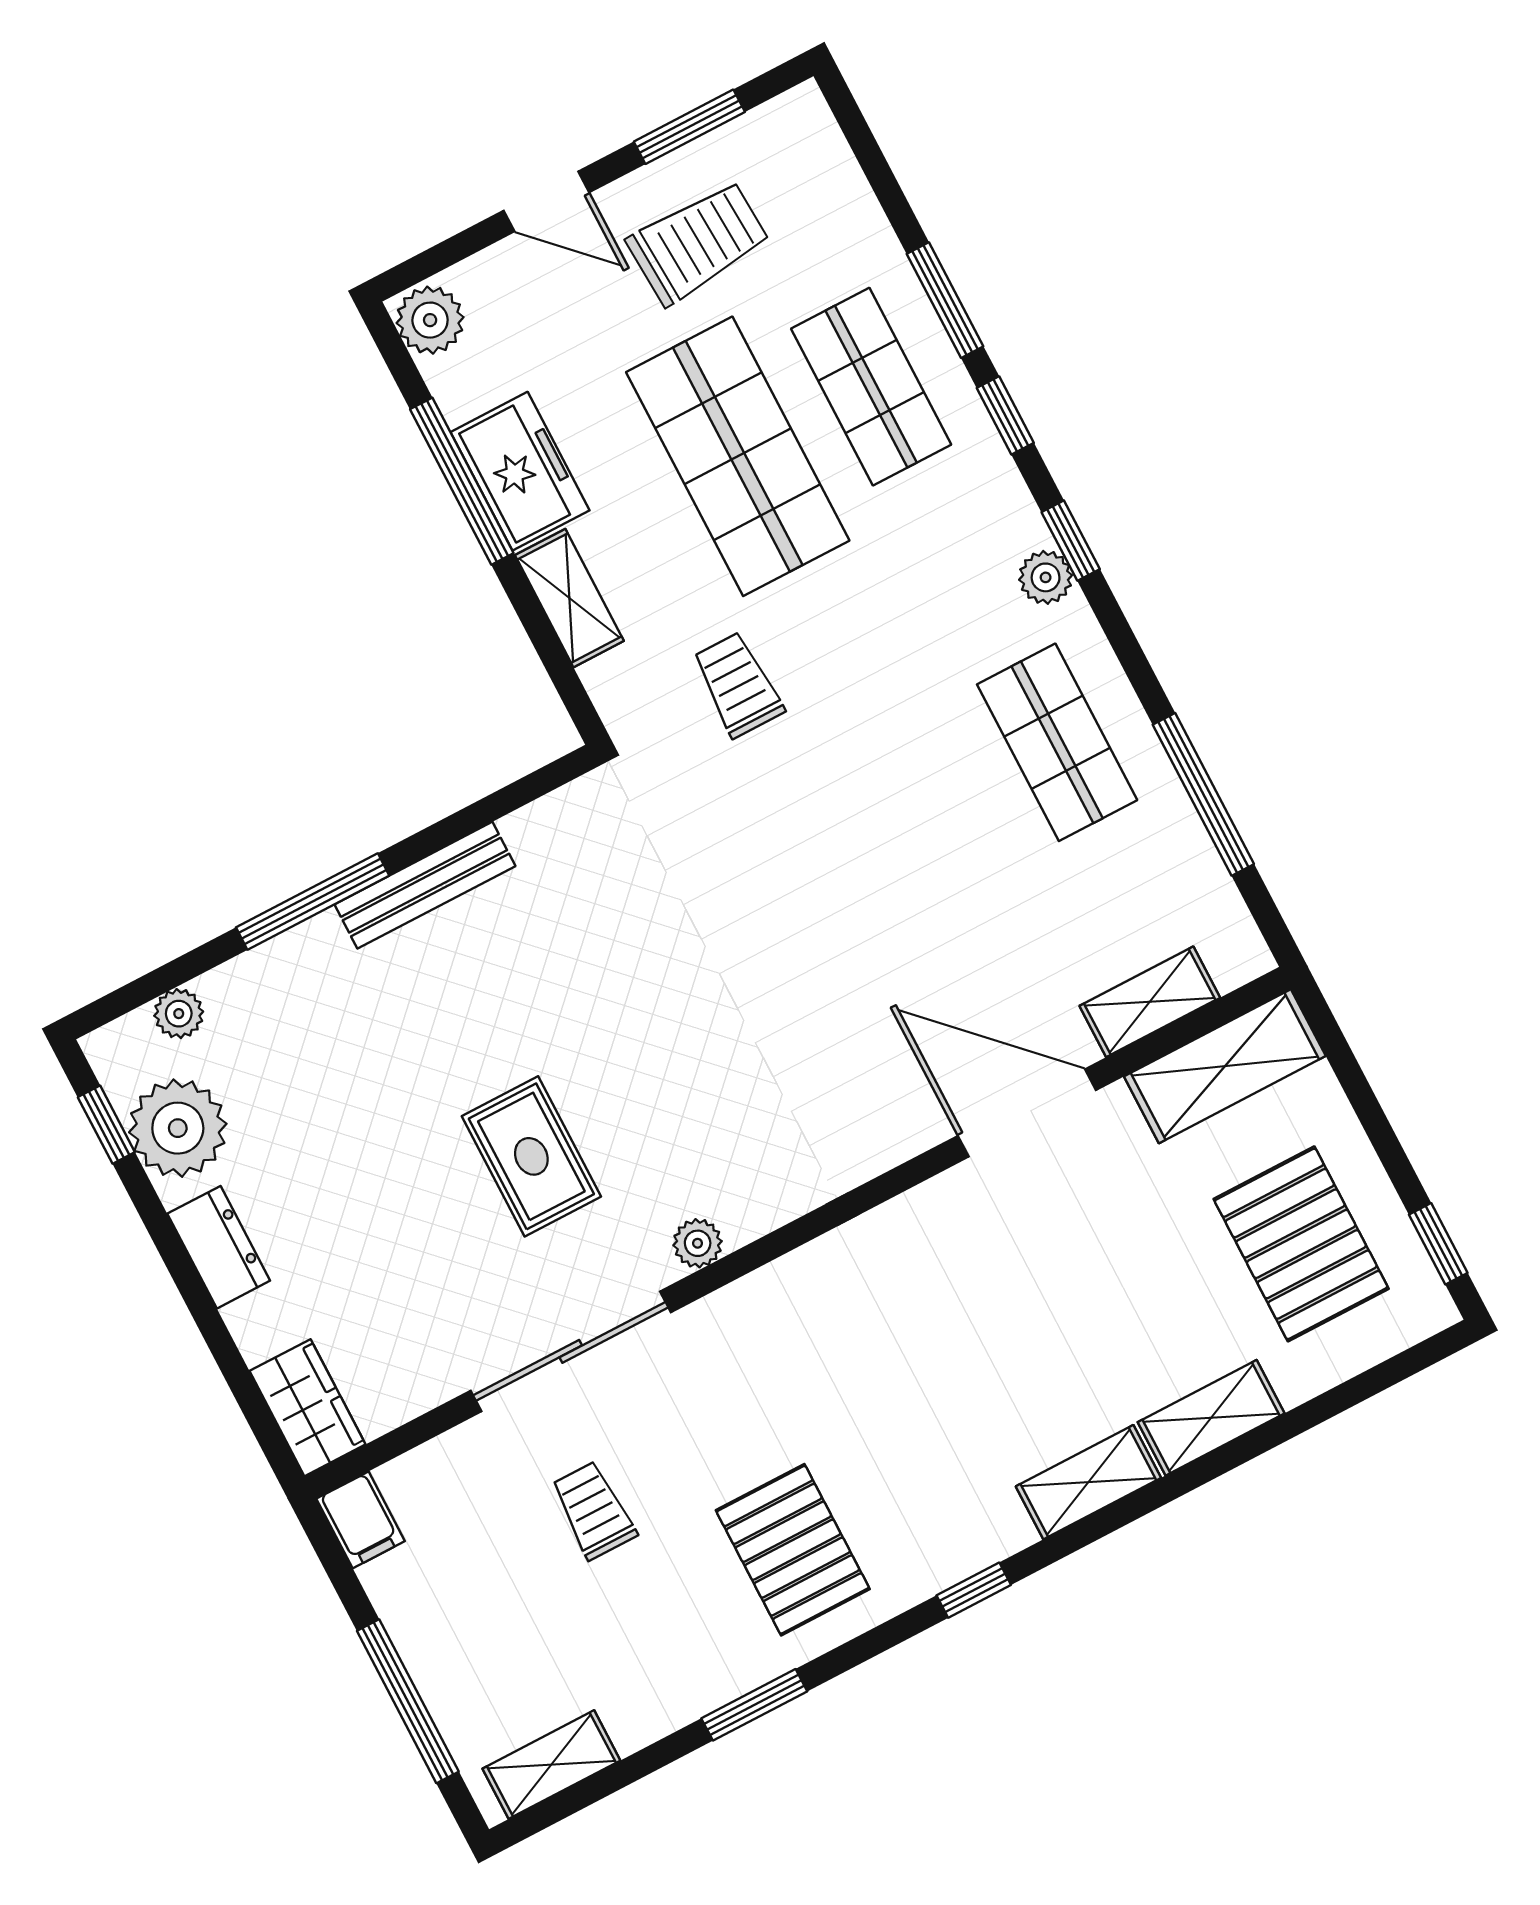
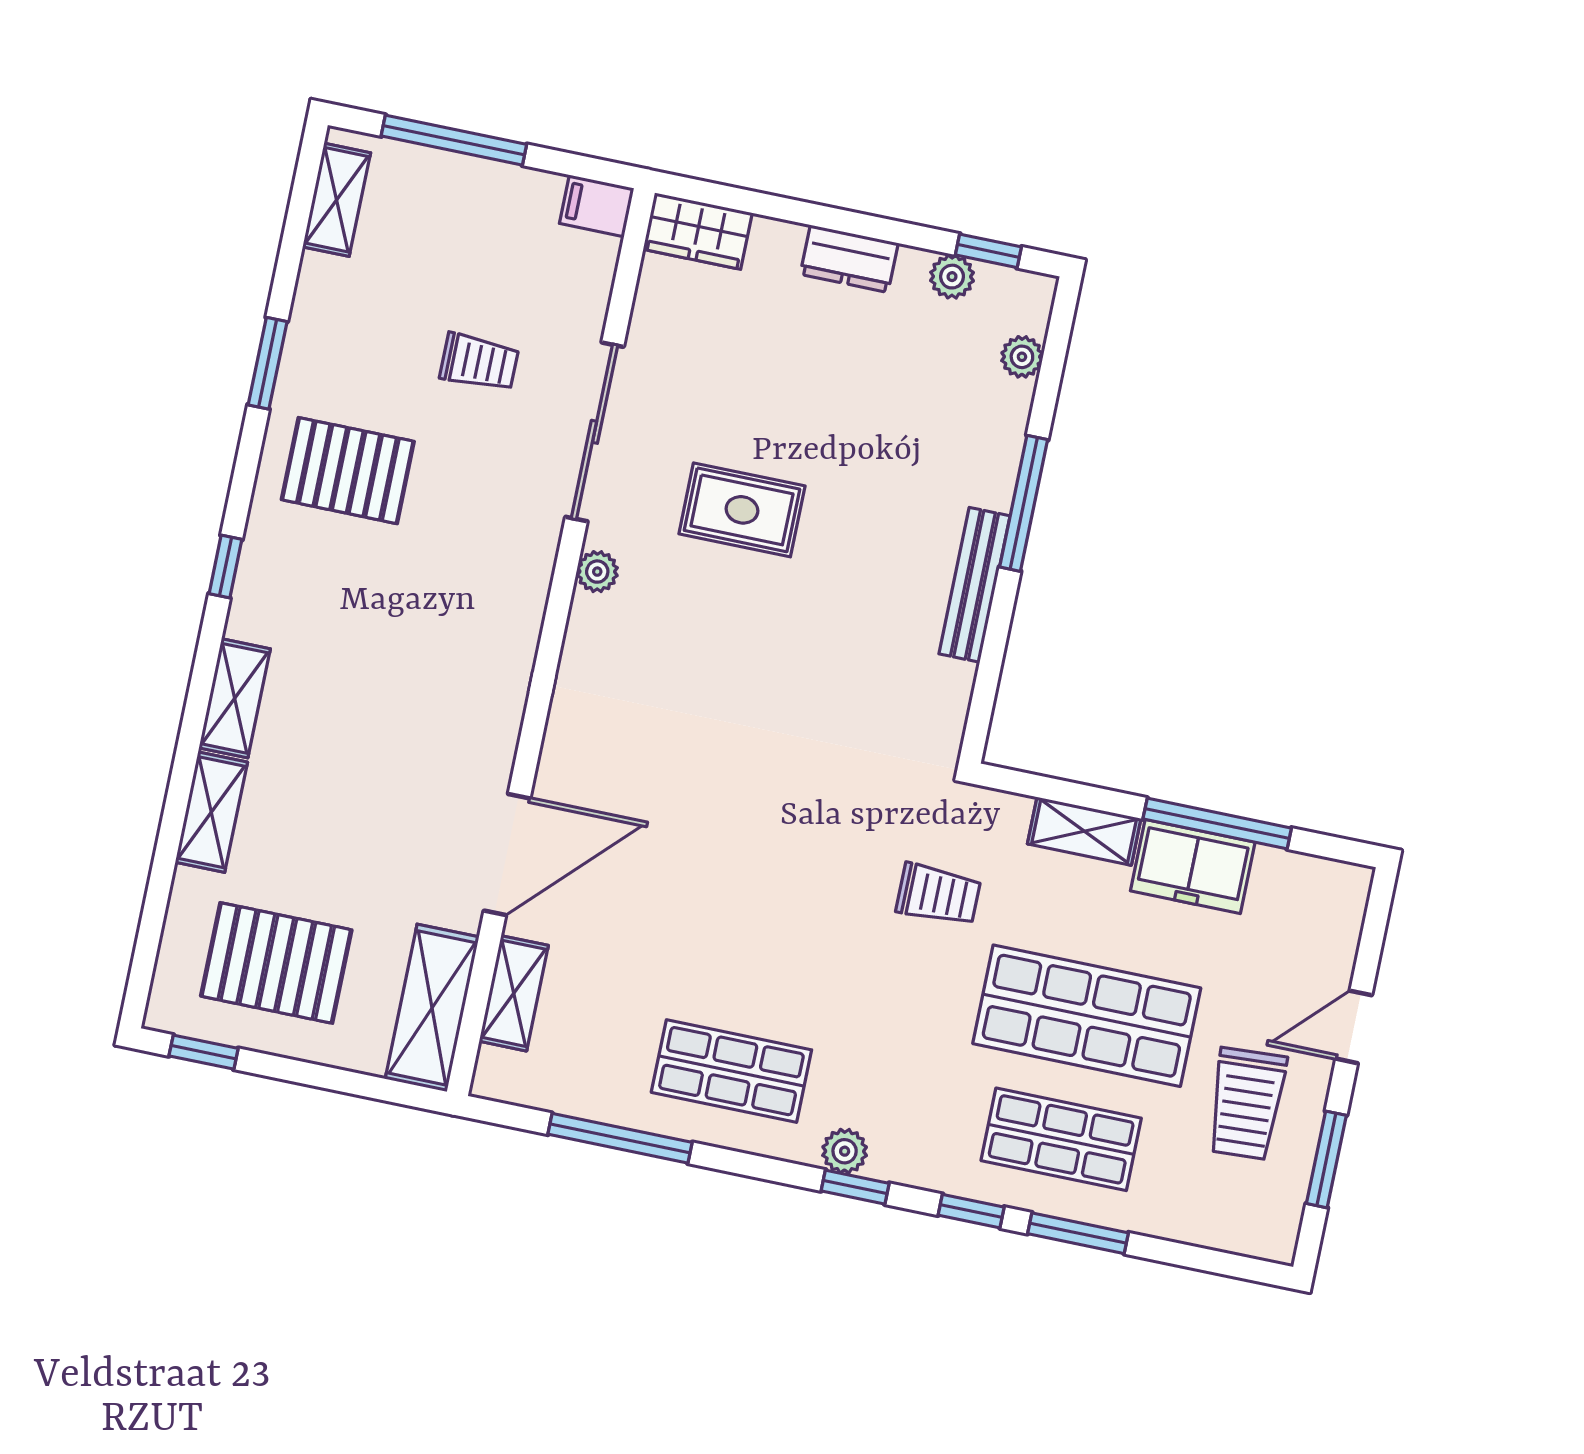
plant: (430, 320) -> (1339, 888), removed
plant: (178, 1128) -> (952, 277), width x0.53, depth x0.53

